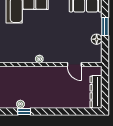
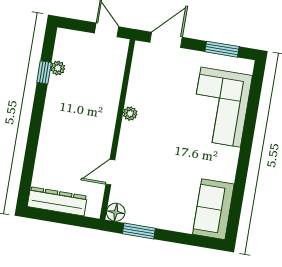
window: (105, 26) -> (139, 231), moved
floor lamp: (97, 39) -> (116, 212), moved

